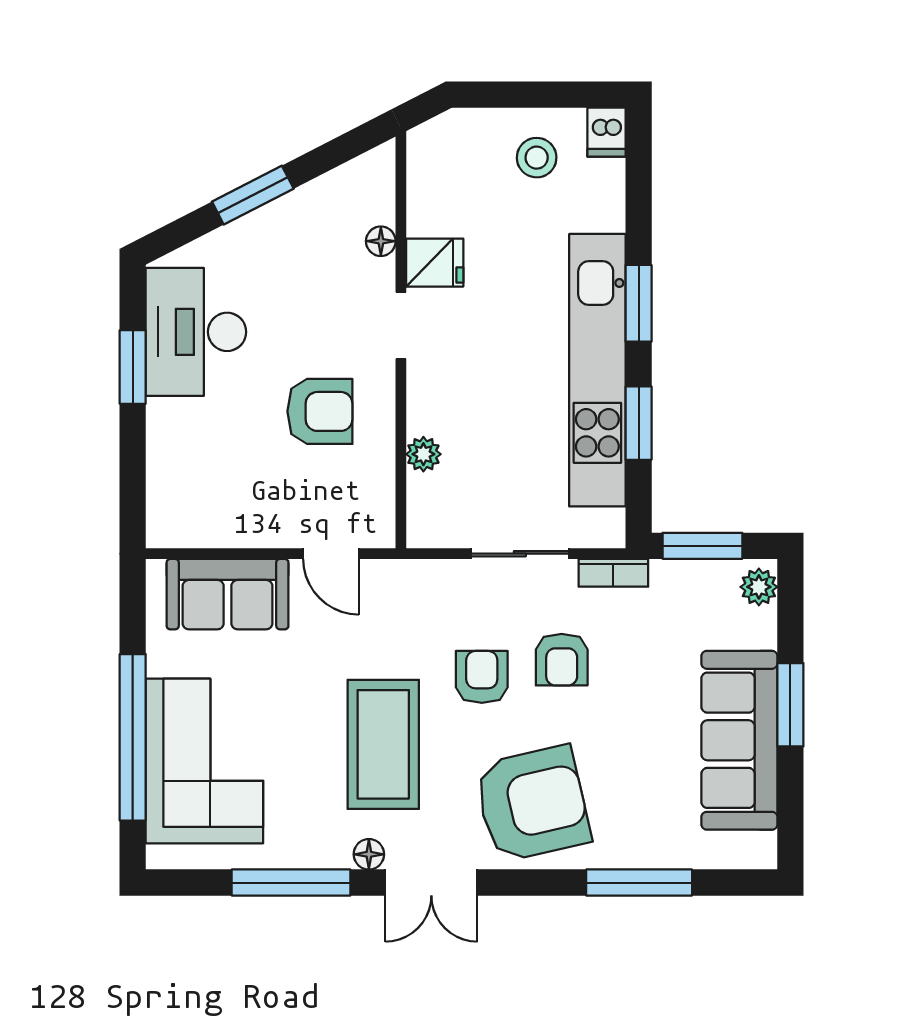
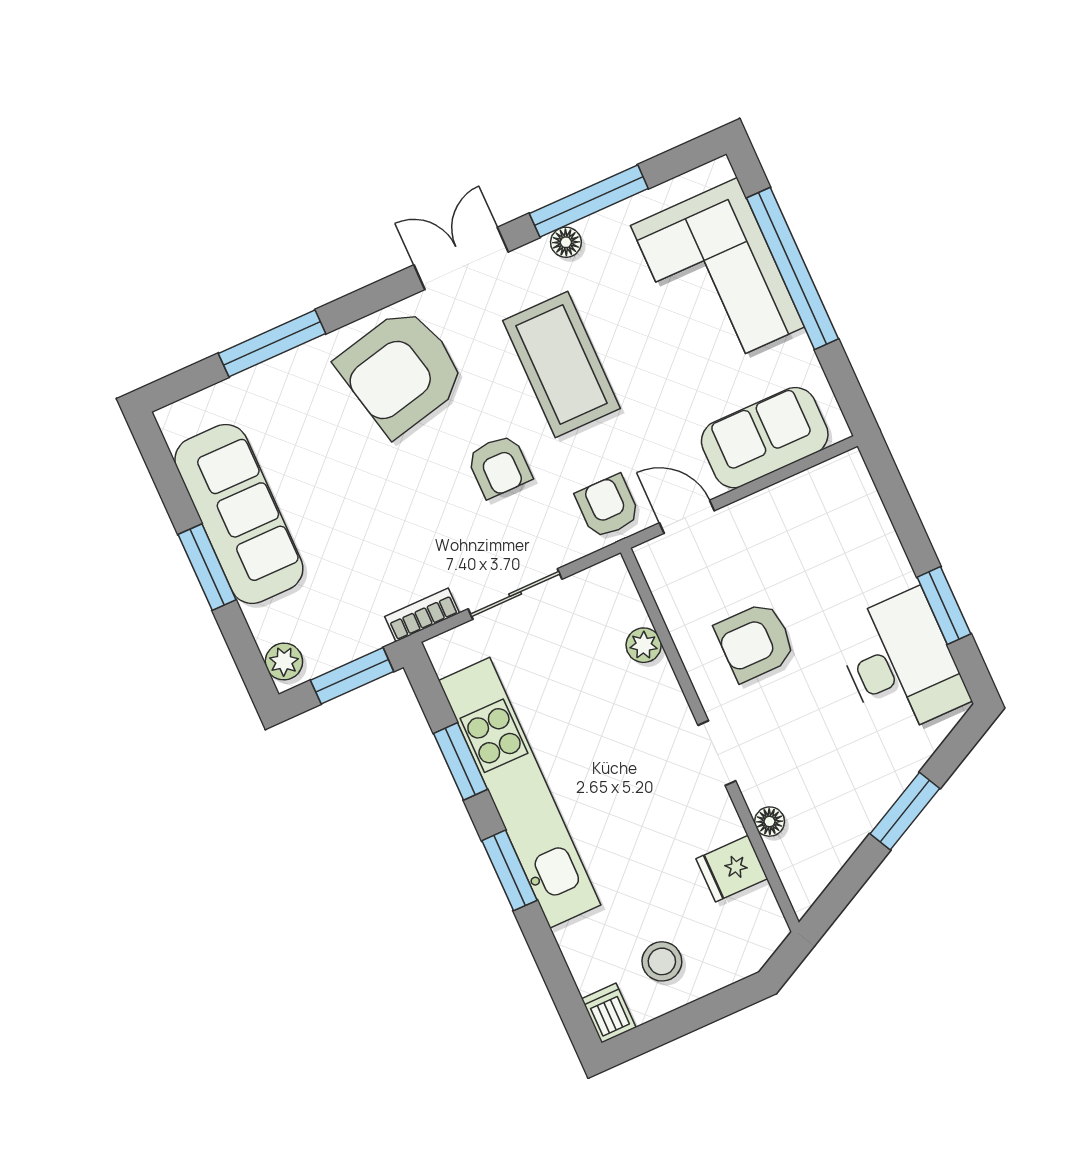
fridge: (435, 263) -> (732, 869), moved
armchair: (562, 660) -> (608, 506), moved
floor lamp: (369, 854) -> (566, 242), moved

